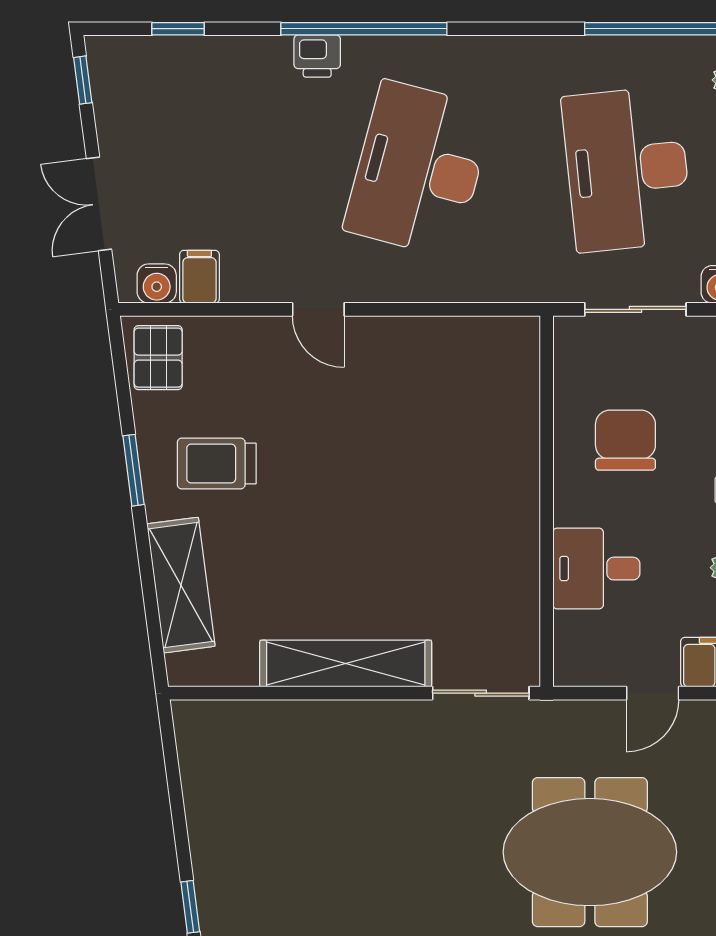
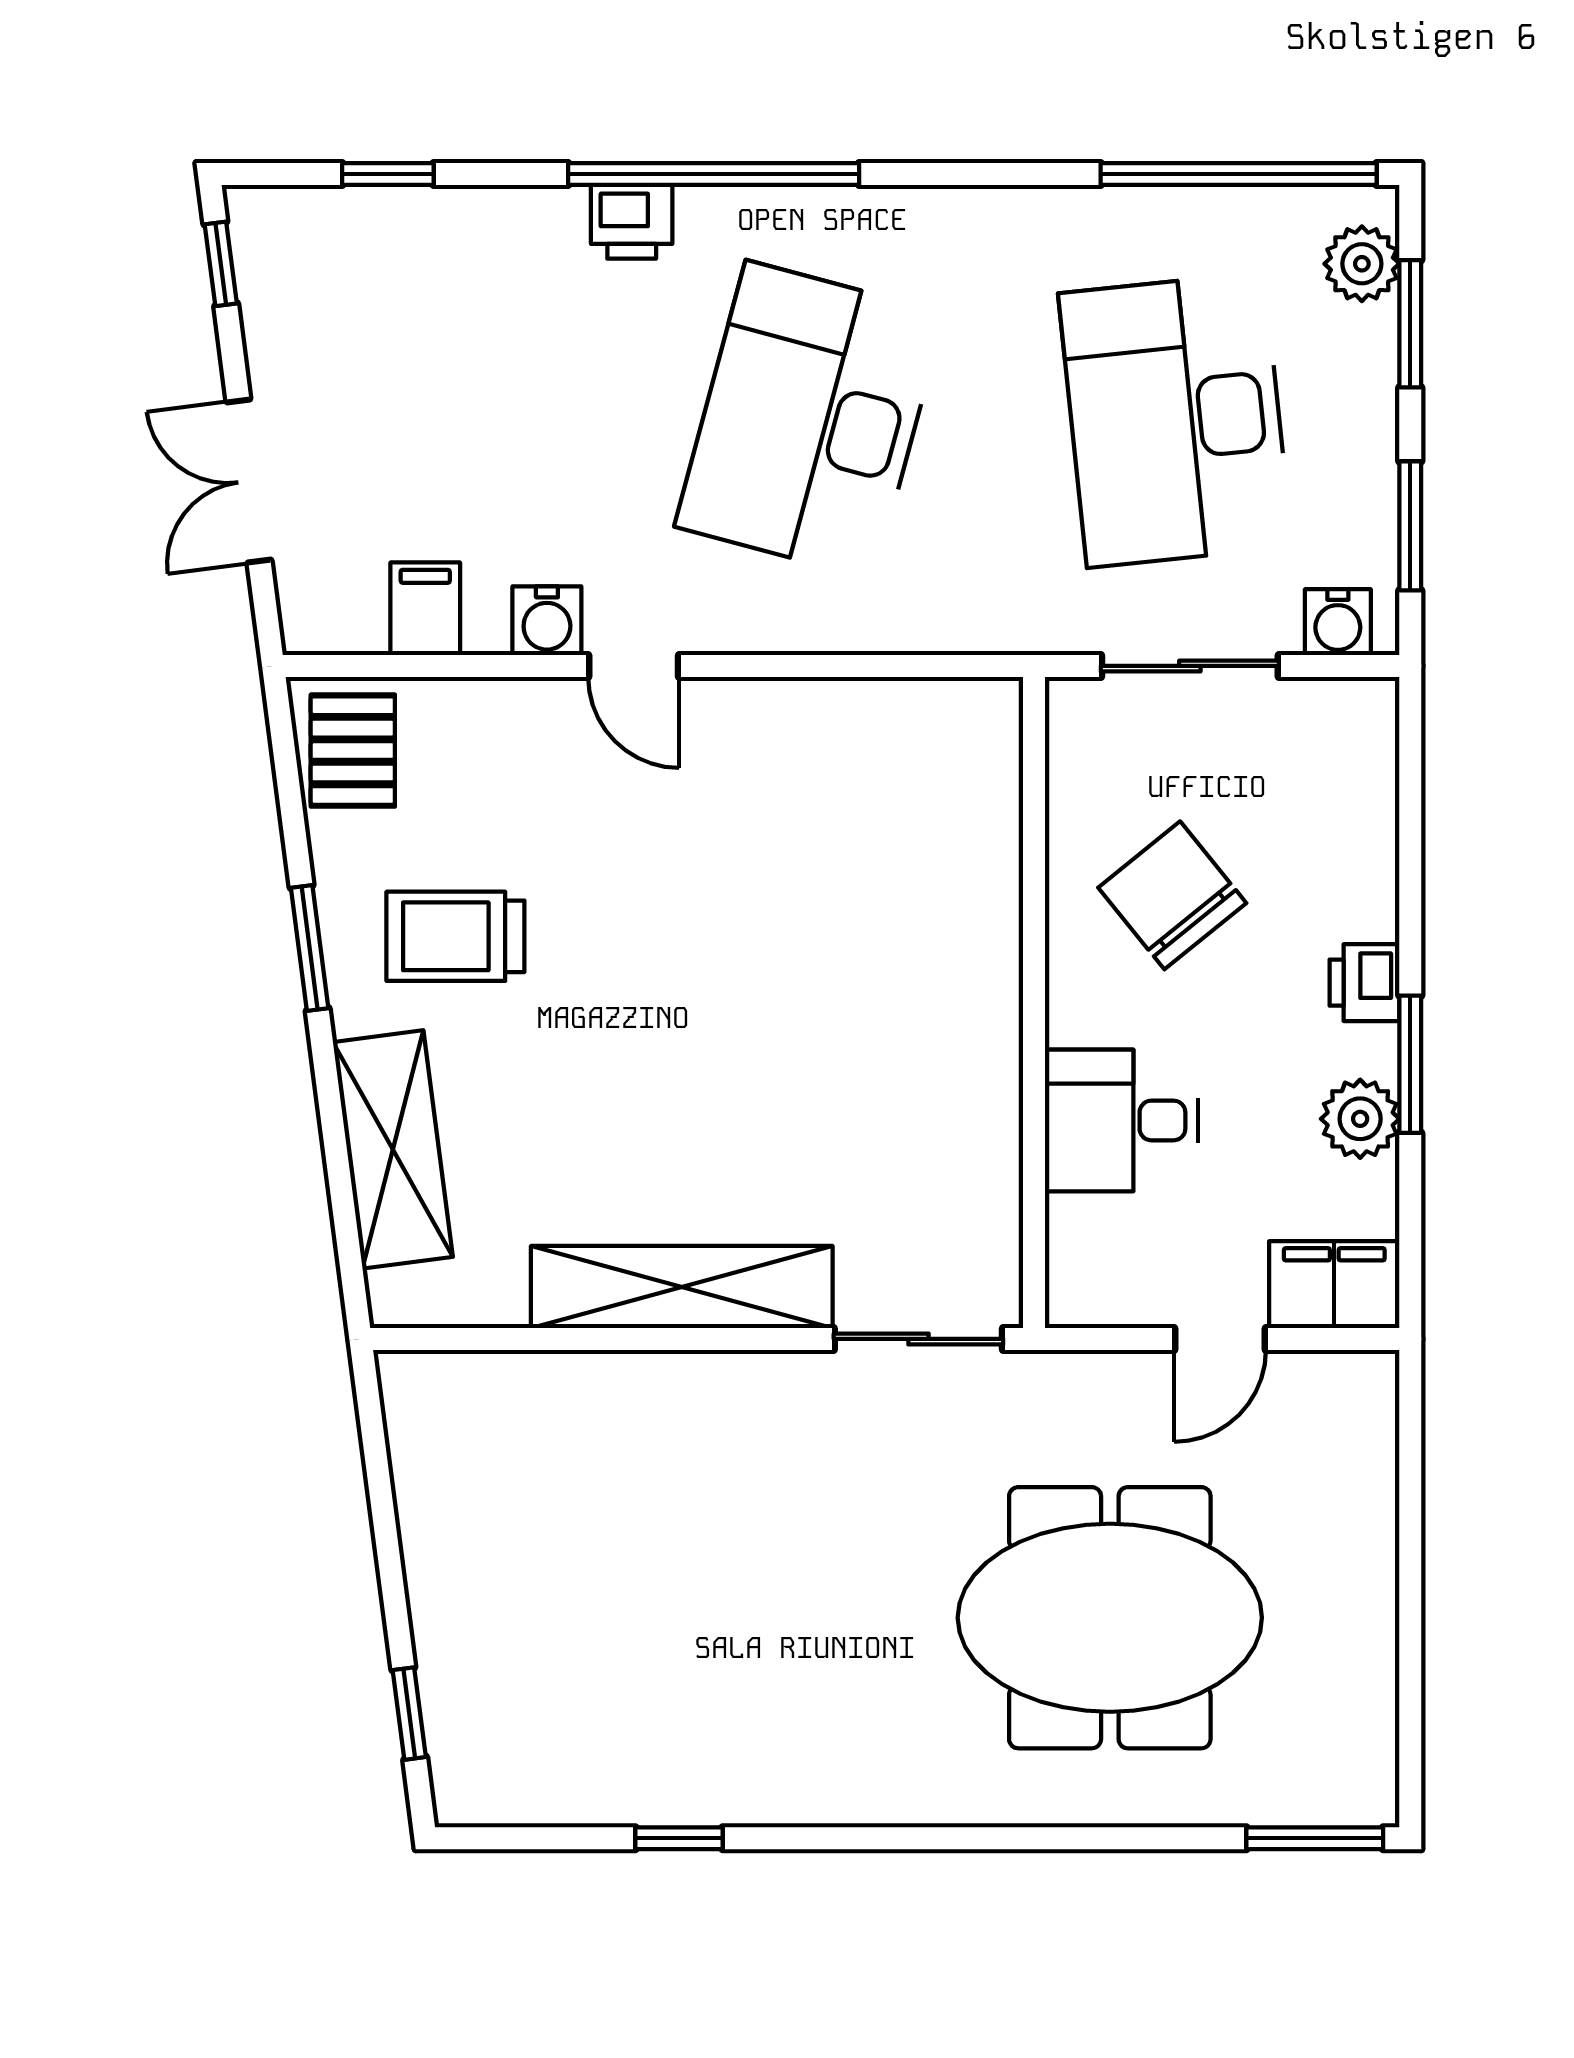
water cooler: (157, 284) -> (547, 621), moved
chair: (625, 440) -> (1172, 895), turned -39

